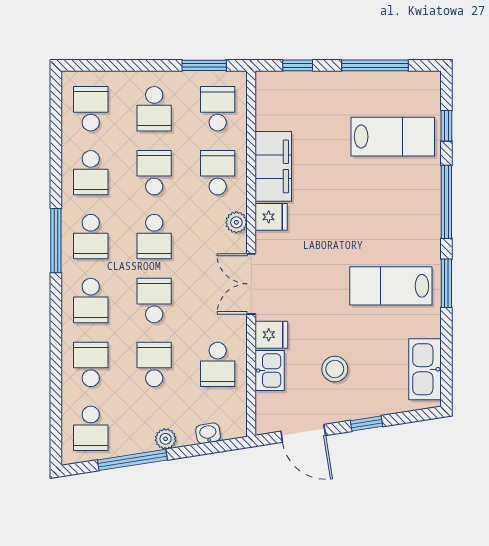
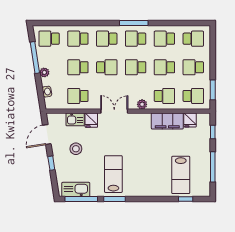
school desk: (154, 173) -> (164, 67), turned 180
window: (446, 202) -> (81, 199), moved
fridge: (271, 217) -> (190, 120), moved
school desk: (91, 364) -> (78, 39), turned 180
school desk: (154, 364) -> (78, 67), turned 180

